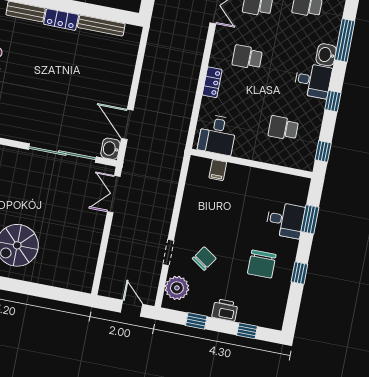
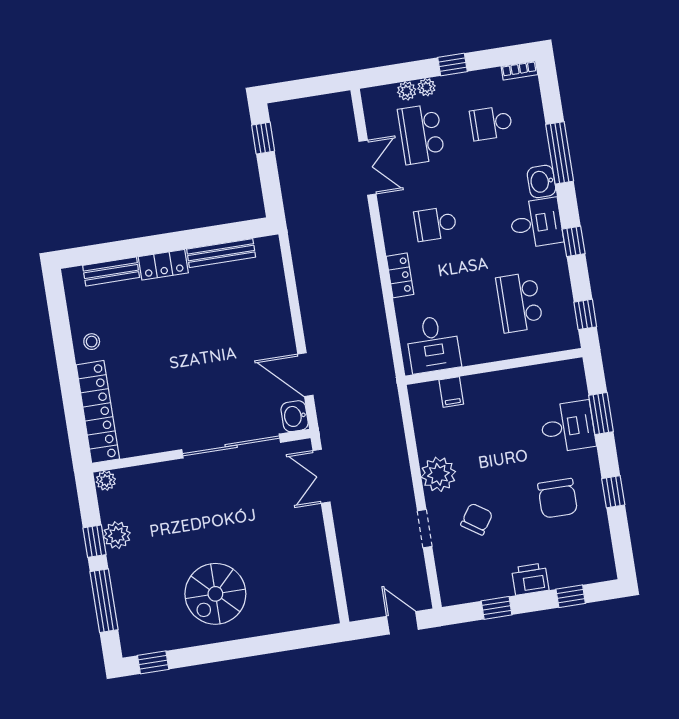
school desk: (283, 128) -> (519, 302), width x1.85
plant: (177, 288) -> (438, 474), moved

